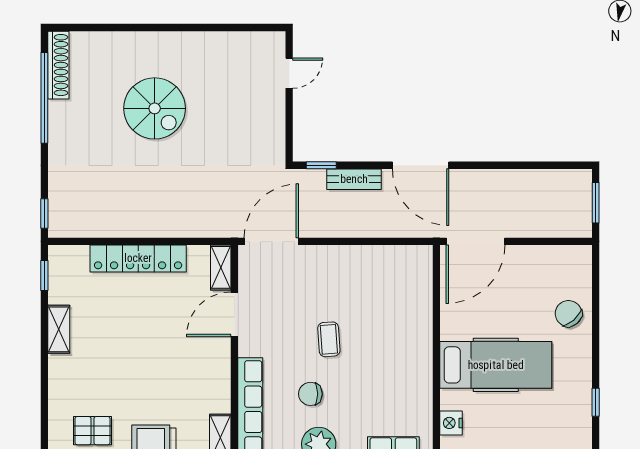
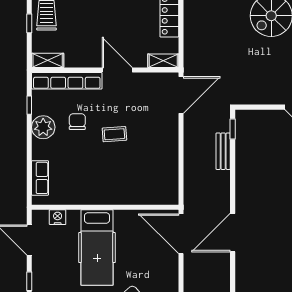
door: (421, 165) -> (233, 233), moved
door: (271, 241) -> (181, 95), hinge flipped
door: (234, 314) -> (117, 70), moved

